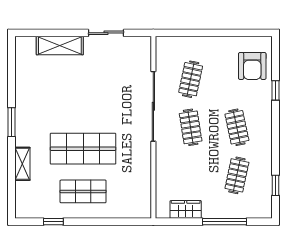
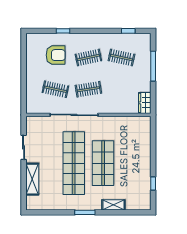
armchair: (252, 66) -> (56, 55), moved
shop shelf: (83, 191) -> (74, 163), moved, width x2.00, depth x1.36
wardrobe: (186, 209) -> (145, 103), moved

